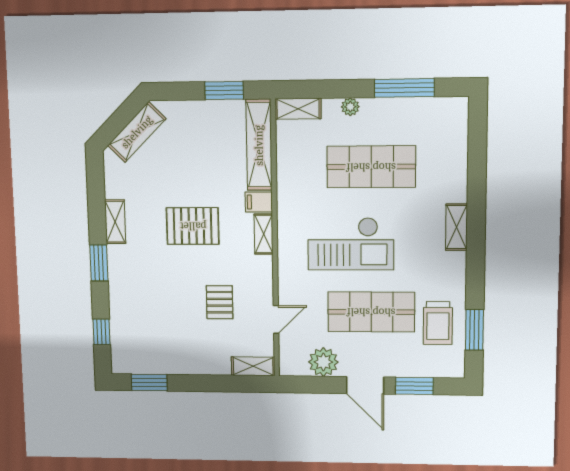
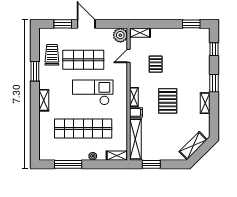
shop shelf: (371, 167) -> (83, 128), width x1.40
pallet: (193, 226) -> (168, 101), turned 90
window: (474, 330) -> (35, 71), moved
plant: (323, 362) -> (120, 35), moved

